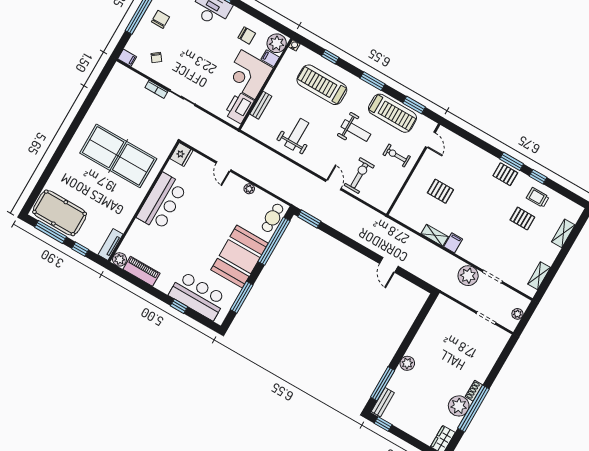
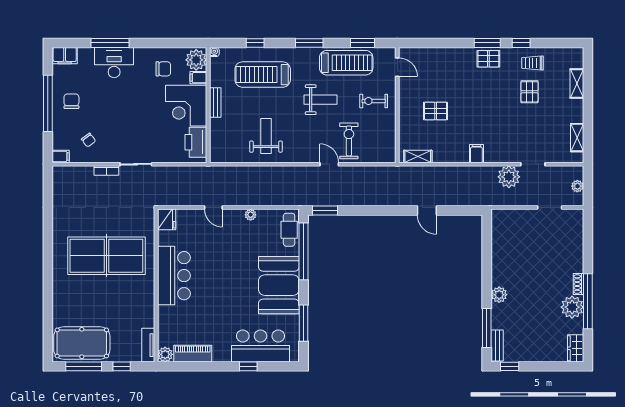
bench: (261, 105) -> (215, 102), moved
pallet: (522, 219) -> (529, 92), turned 90
shelving: (435, 235) -> (418, 157), moved

